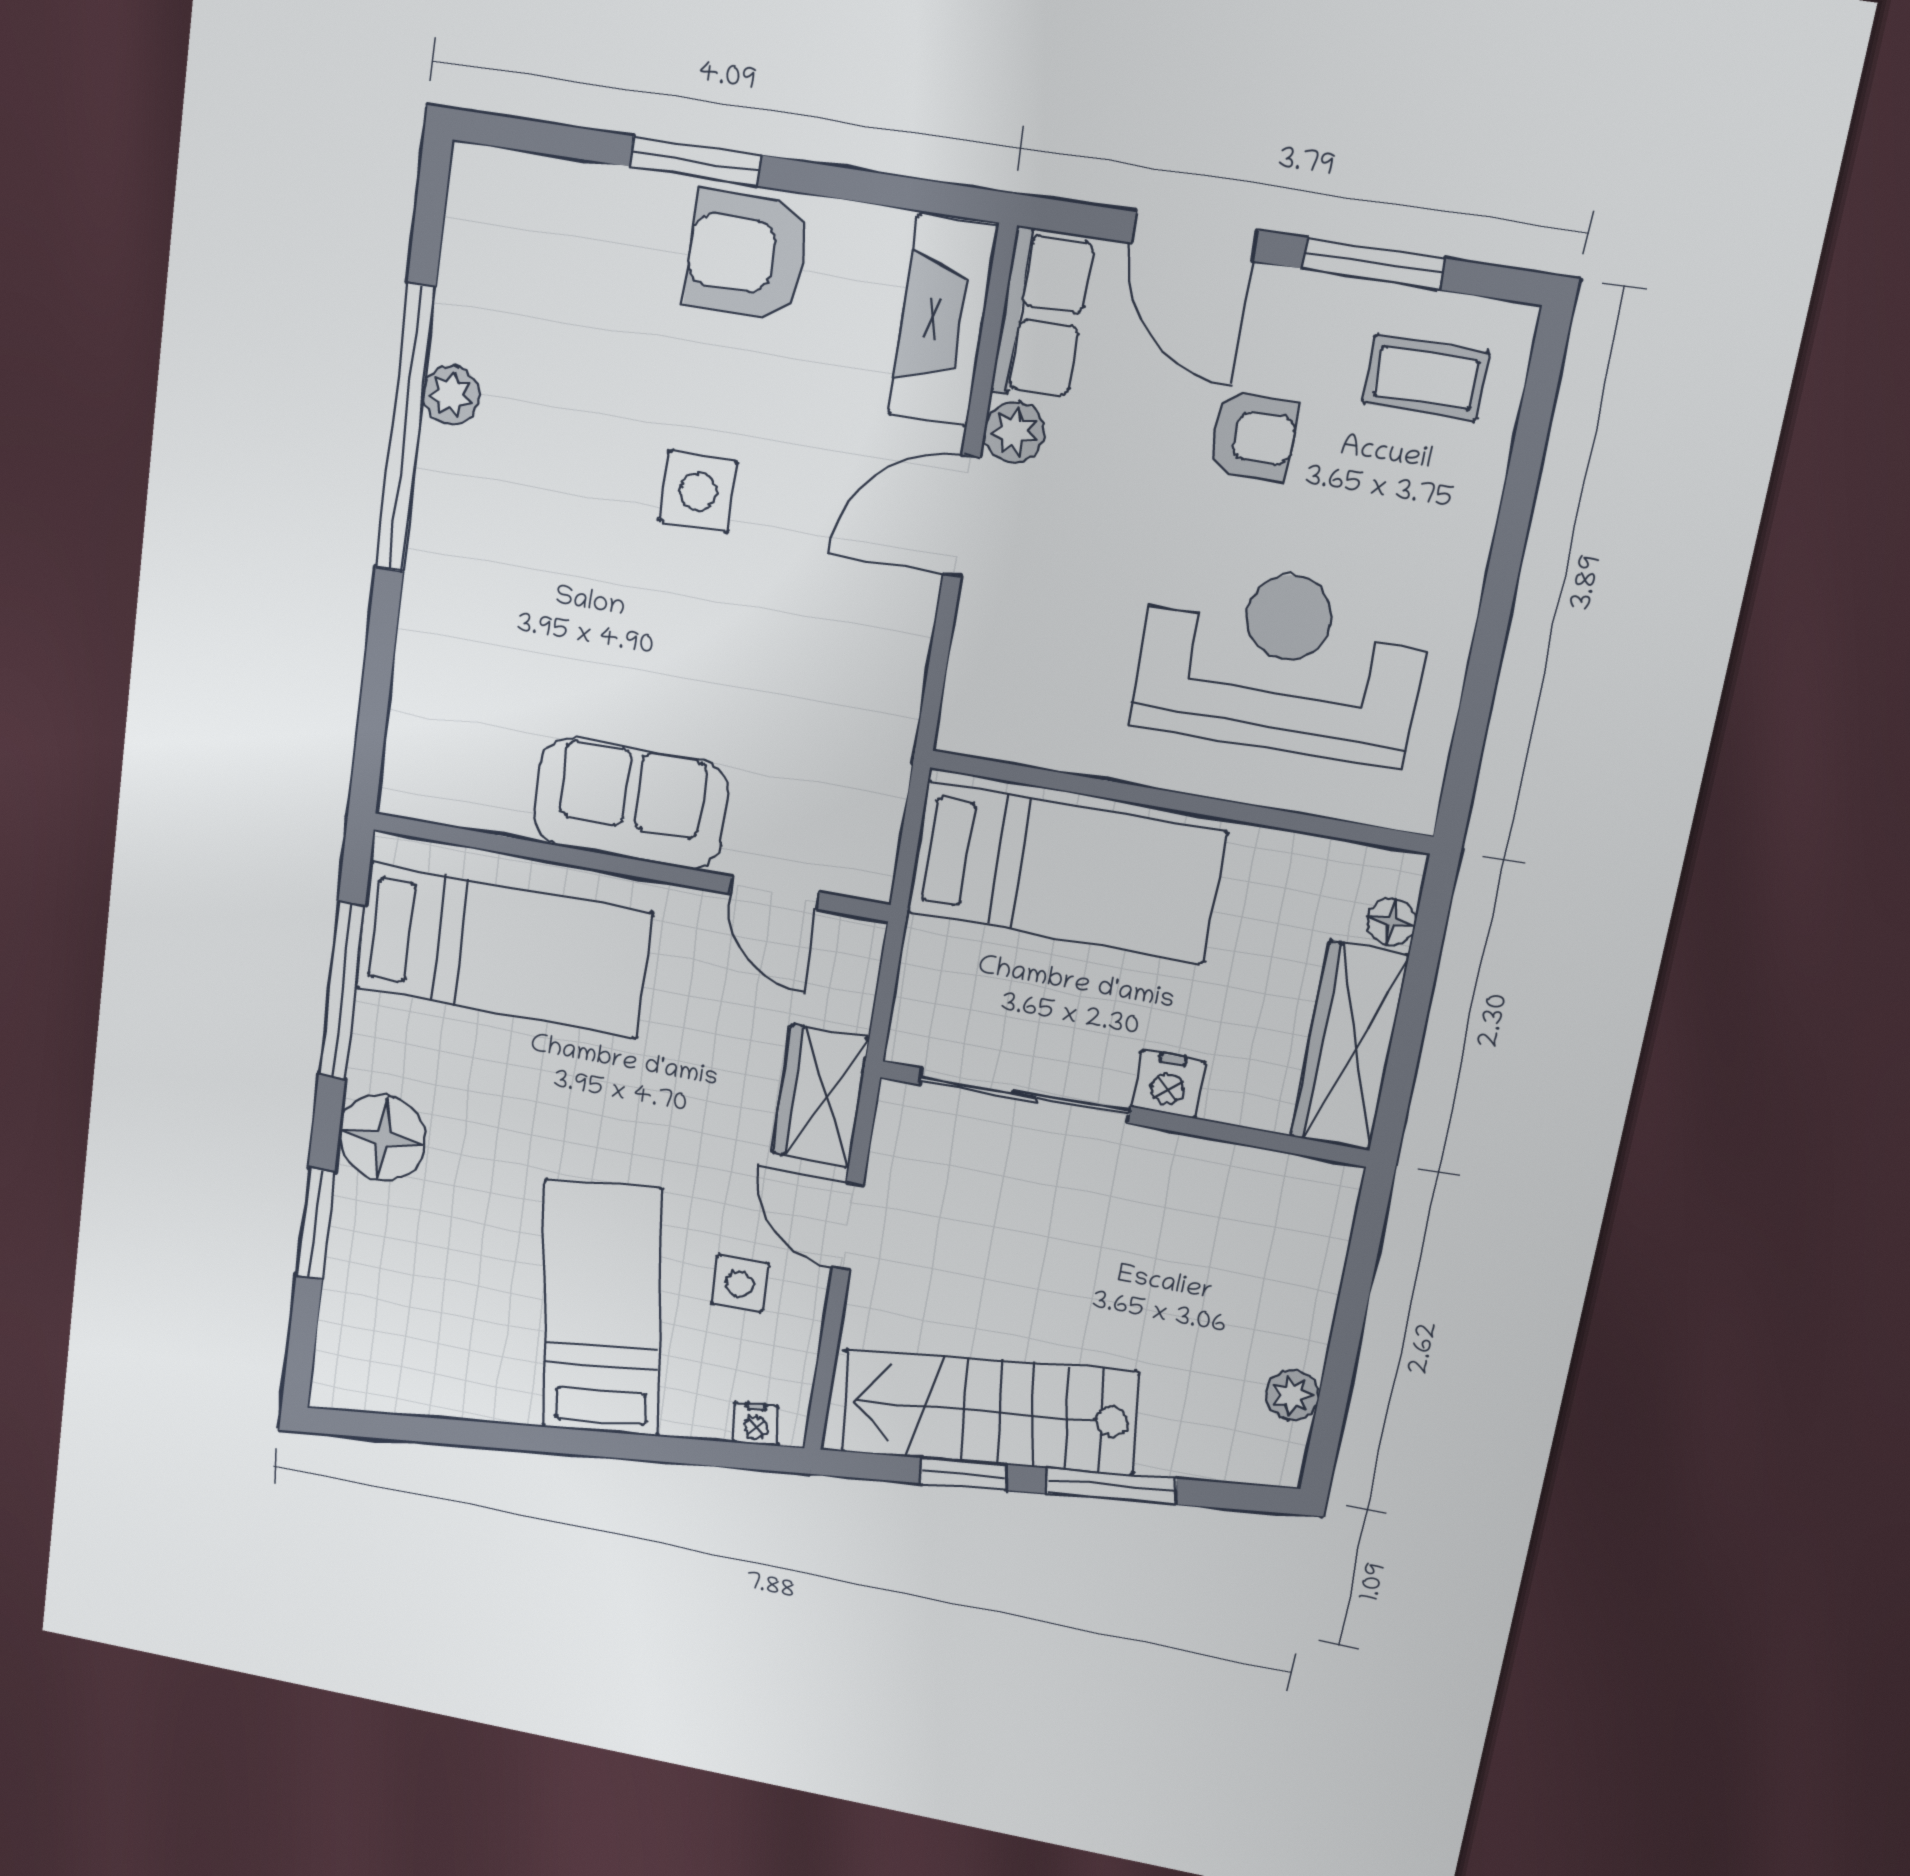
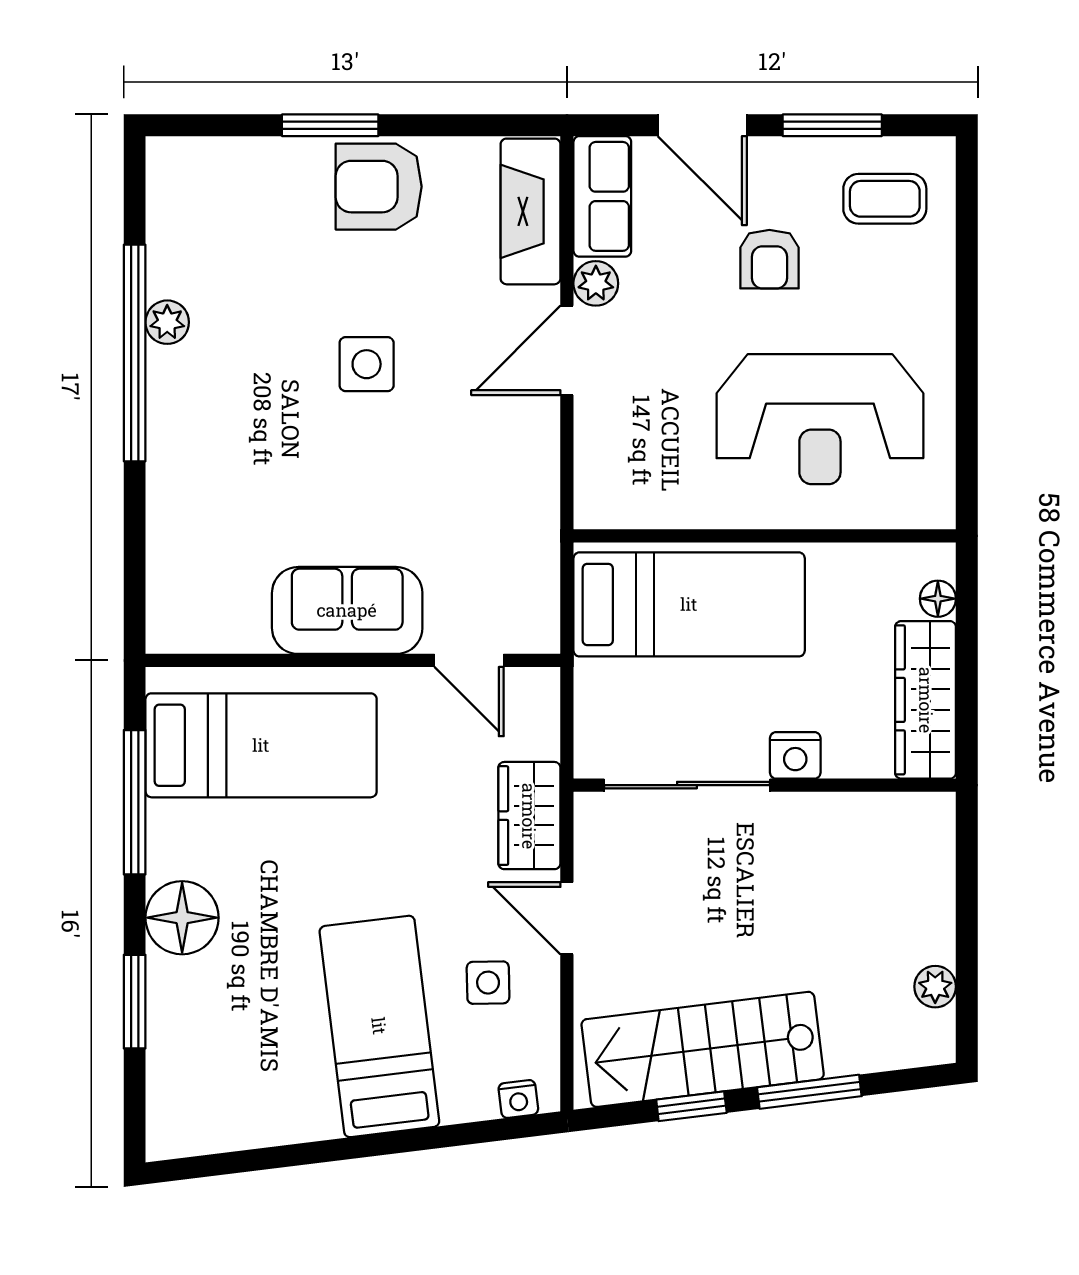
armchair: (1253, 436) -> (769, 259), turned 90
reception desk: (1280, 662) -> (820, 419), turned 180

